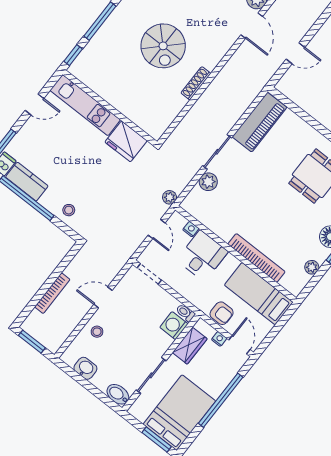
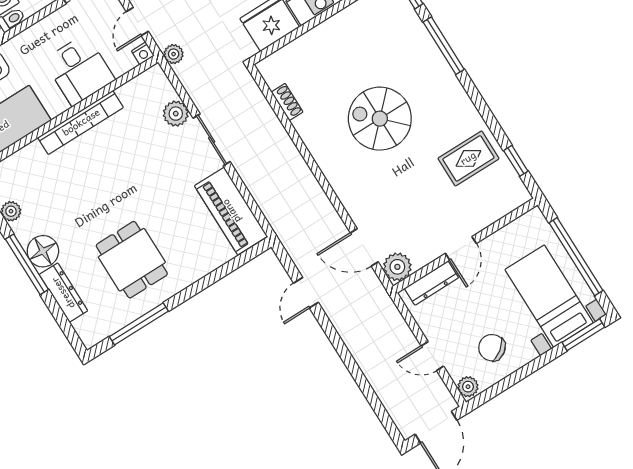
shoe rack: (196, 83) -> (287, 102), moved, width x0.70
door: (157, 229) -> (137, 22), hinge flipped
nightstand: (191, 229) -> (143, 53), moved
bookcase: (256, 258) -> (81, 122), moved

